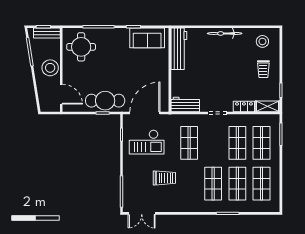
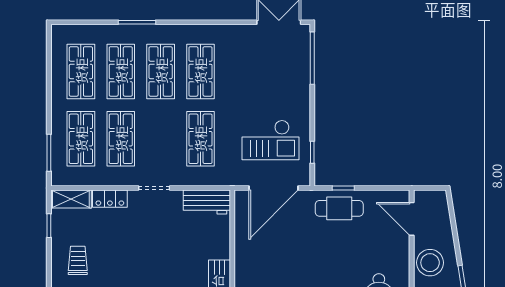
cafe table: (105, 101) -> (339, 208), width x0.73, depth x0.74
checkout: (147, 142) -> (271, 140), turned 180
trolley: (164, 178) -> (241, 81), removed
shop shelf: (189, 184) -> (200, 71), added

